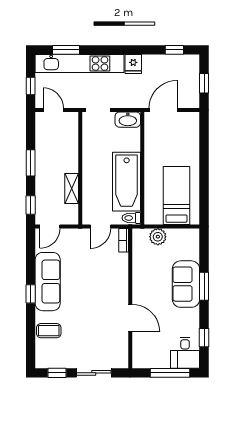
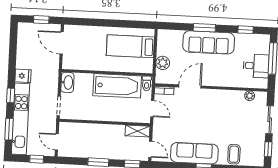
window: (174, 50) -> (11, 95), moved
door: (53, 110) -> (57, 142), hinge flipped
door: (163, 110) -> (62, 43), moved
shelving: (72, 188) -> (137, 131), moved
sofa: (186, 284) -> (209, 42), width x1.36
door: (130, 318) -> (190, 86), moved
plant: (122, 347) -> (250, 96), added
desk: (185, 353) -> (256, 66), moved

